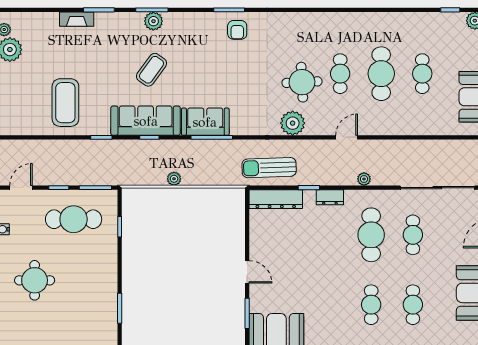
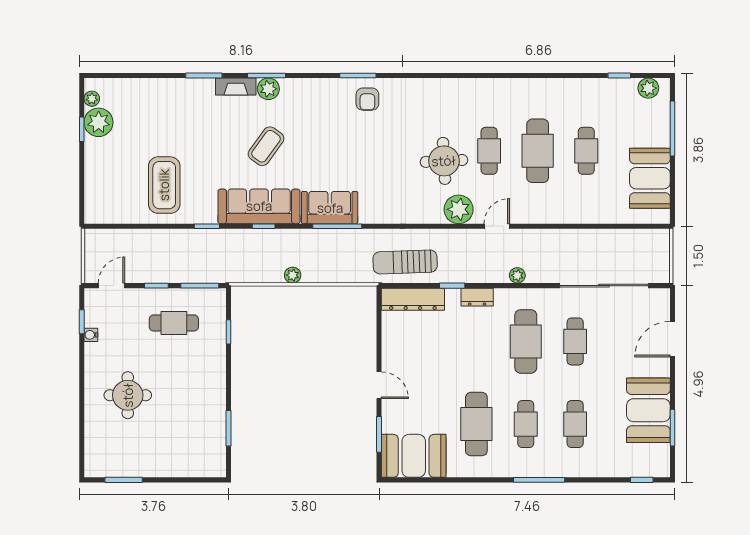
fireplace: (77, 19) -> (236, 86), moved
plant: (293, 123) -> (459, 209), moved
cafe table: (74, 219) -> (174, 323), width x0.73, depth x0.74
cafe table: (329, 305) -> (476, 424), added

